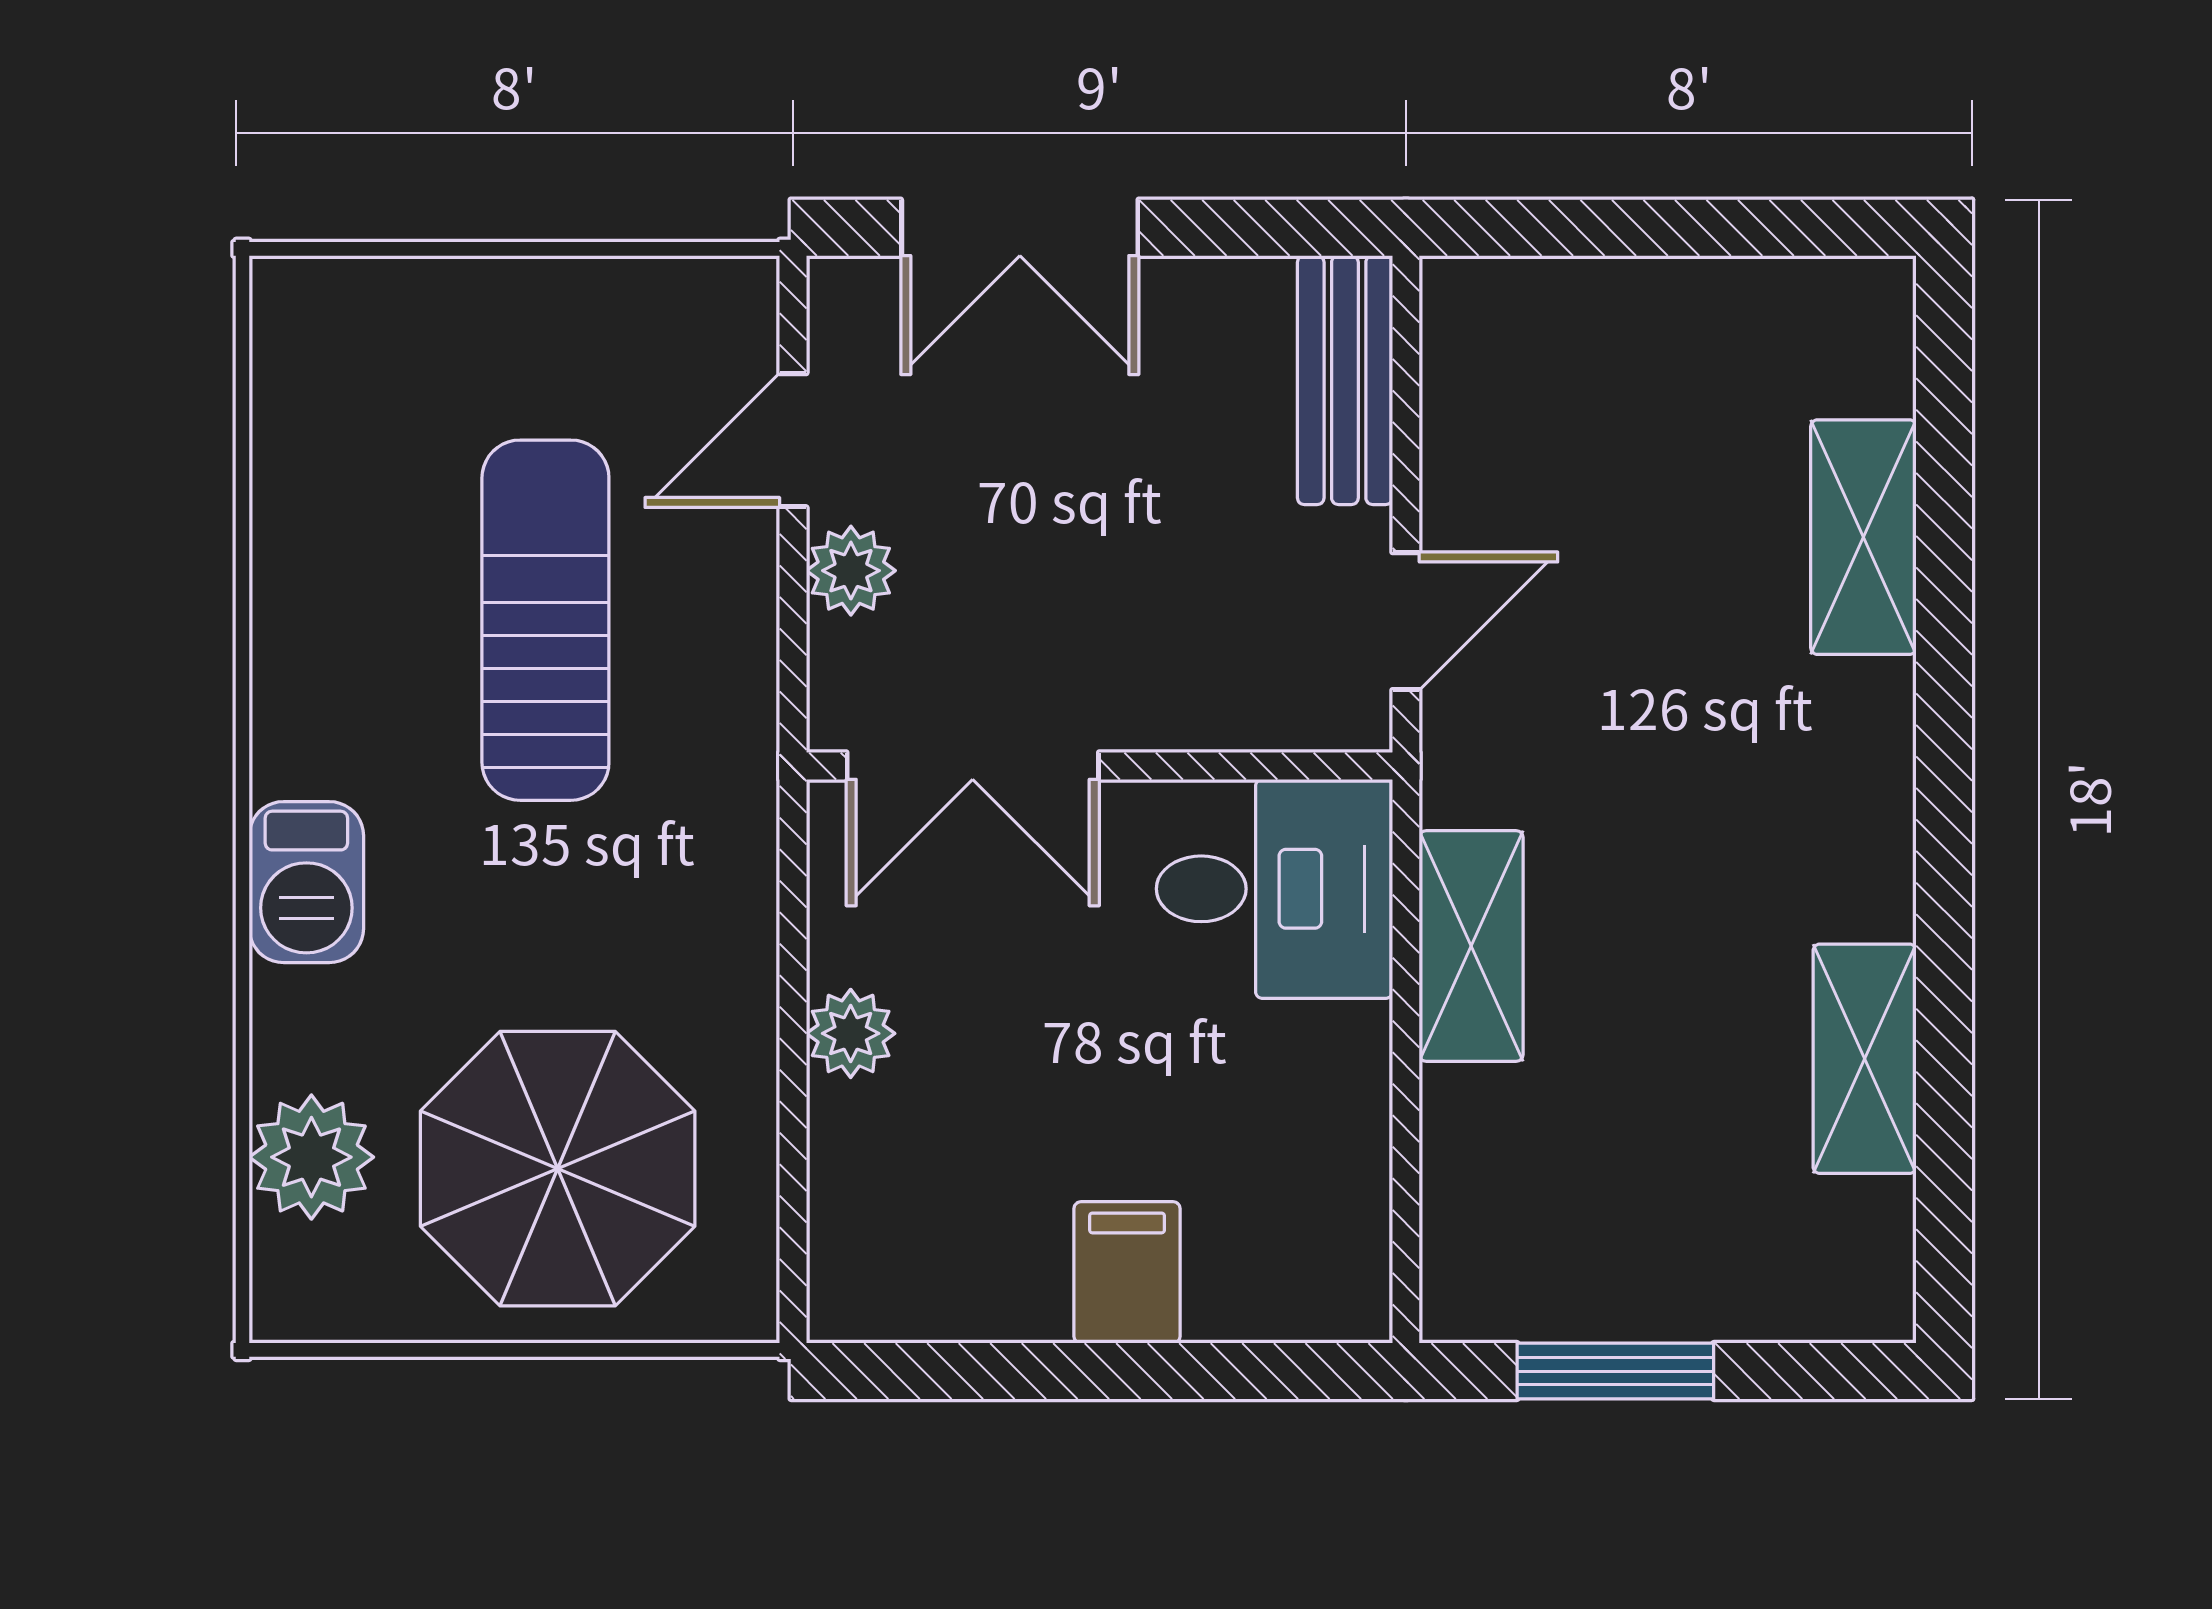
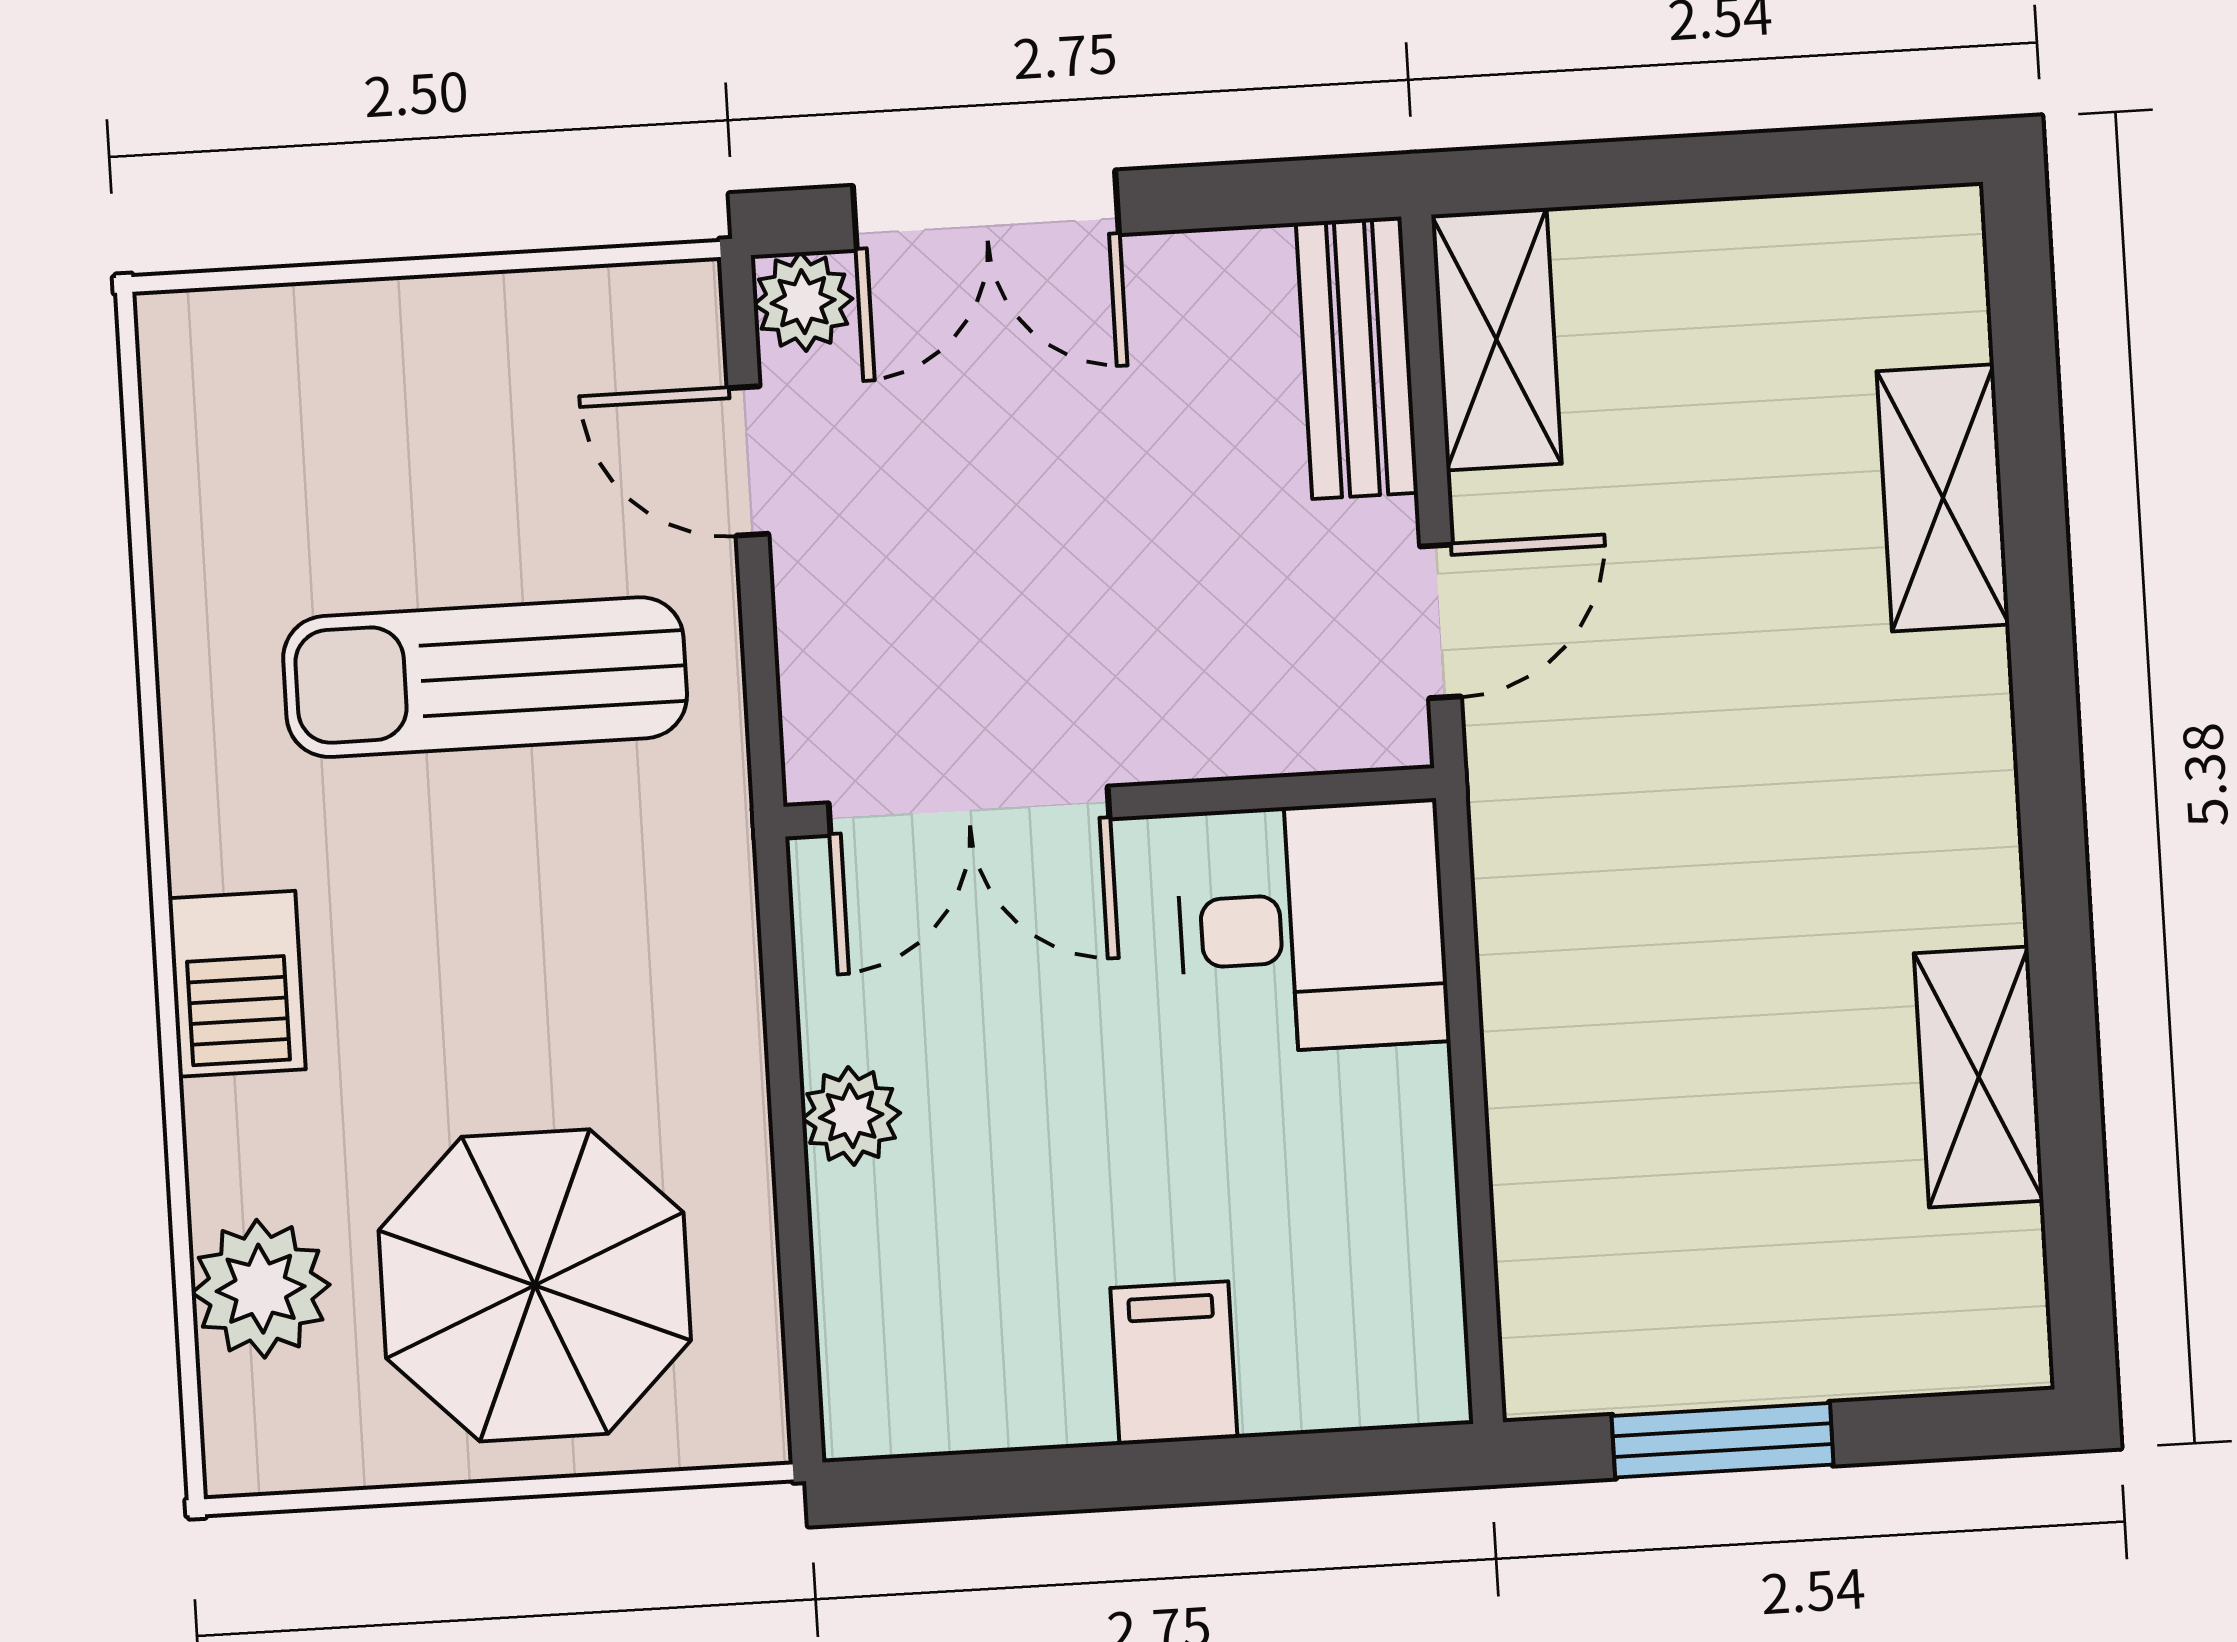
door: (793, 440) -> (748, 461), hinge flipped
plant: (851, 571) -> (803, 302), moved
sun lounger: (545, 620) -> (485, 677), turned -90
shelving: (1471, 946) -> (1496, 339), moved

